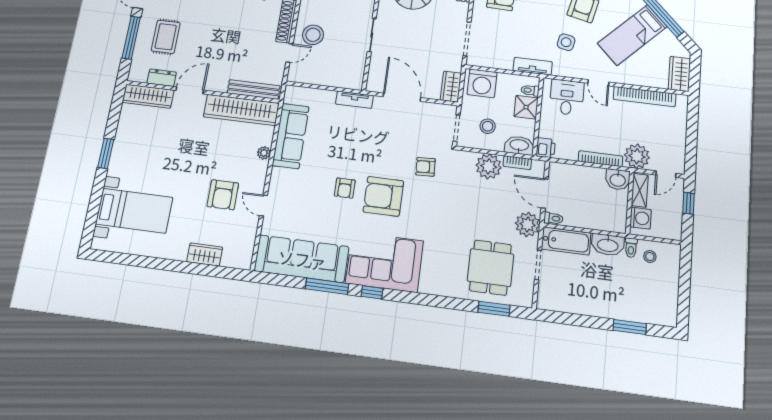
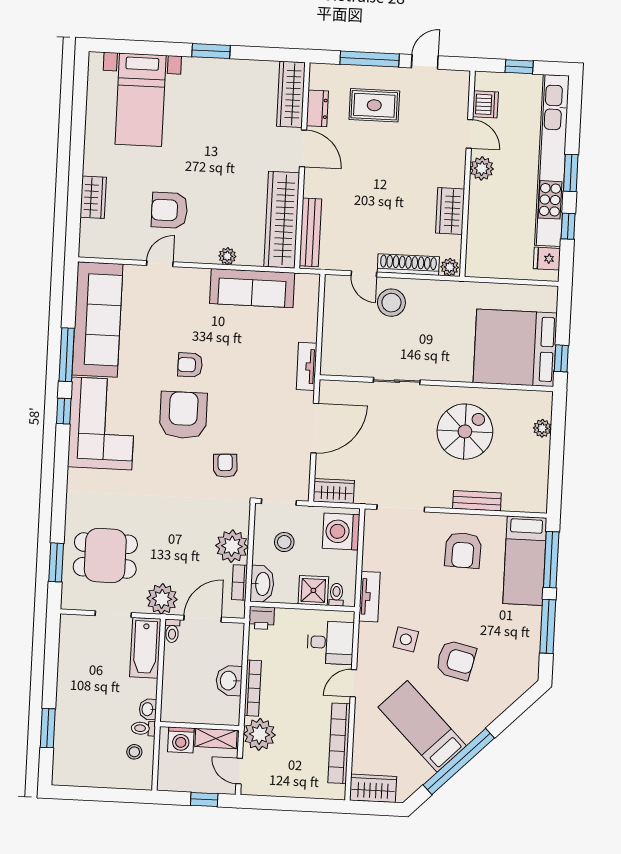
washbasin: (618, 180) -> (229, 681), moved
washbasin: (608, 245) -> (148, 709), width x0.52, depth x0.69

